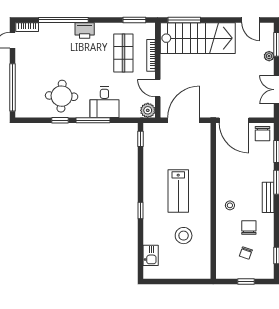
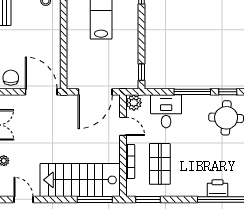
printer: (85, 30) -> (217, 188), moved
desk: (104, 102) -> (166, 111), moved

